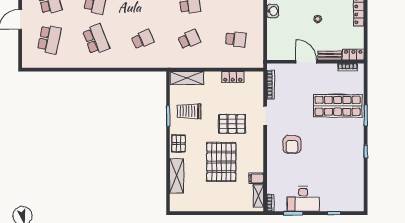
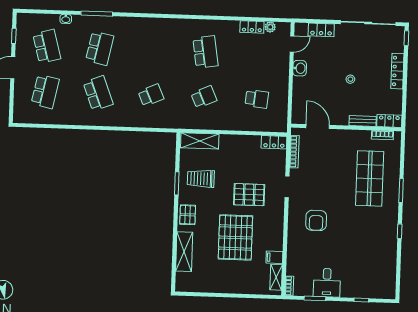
door: (306, 62) -> (318, 127), moved
locker: (233, 77) -> (274, 142), moved
shop shelf: (338, 106) -> (370, 178), turned 90
desk: (303, 199) -> (327, 283), width x0.73

